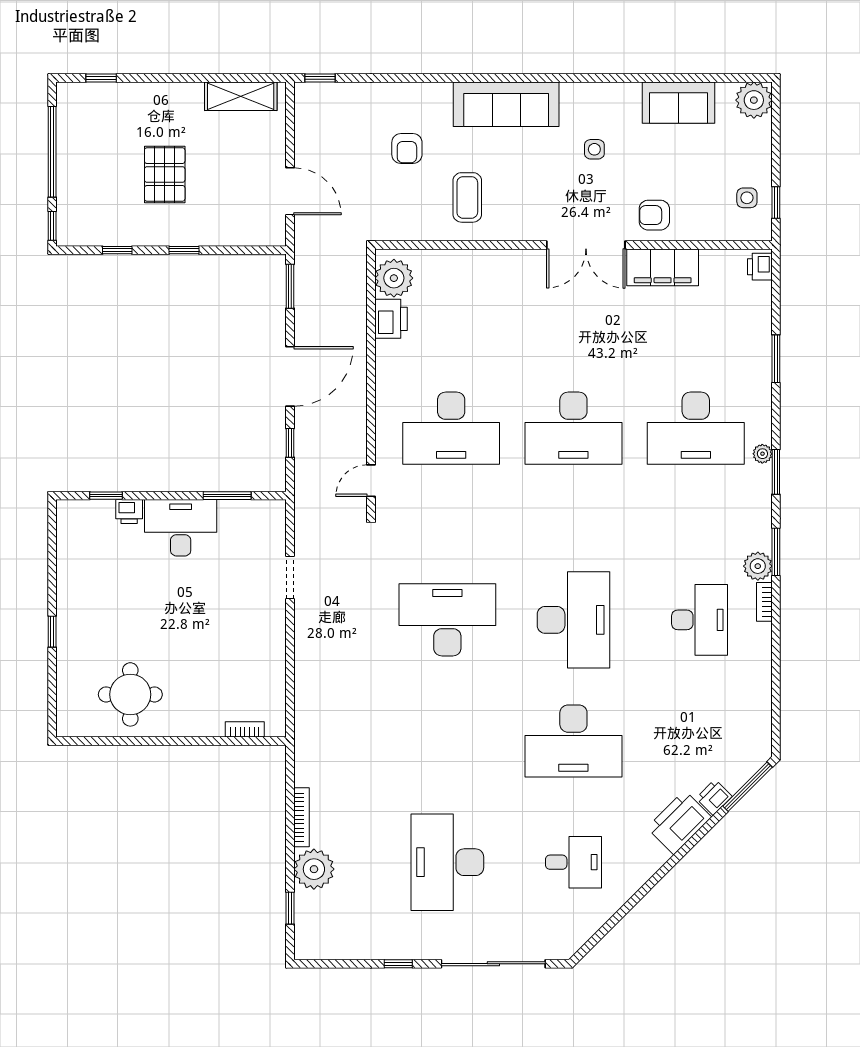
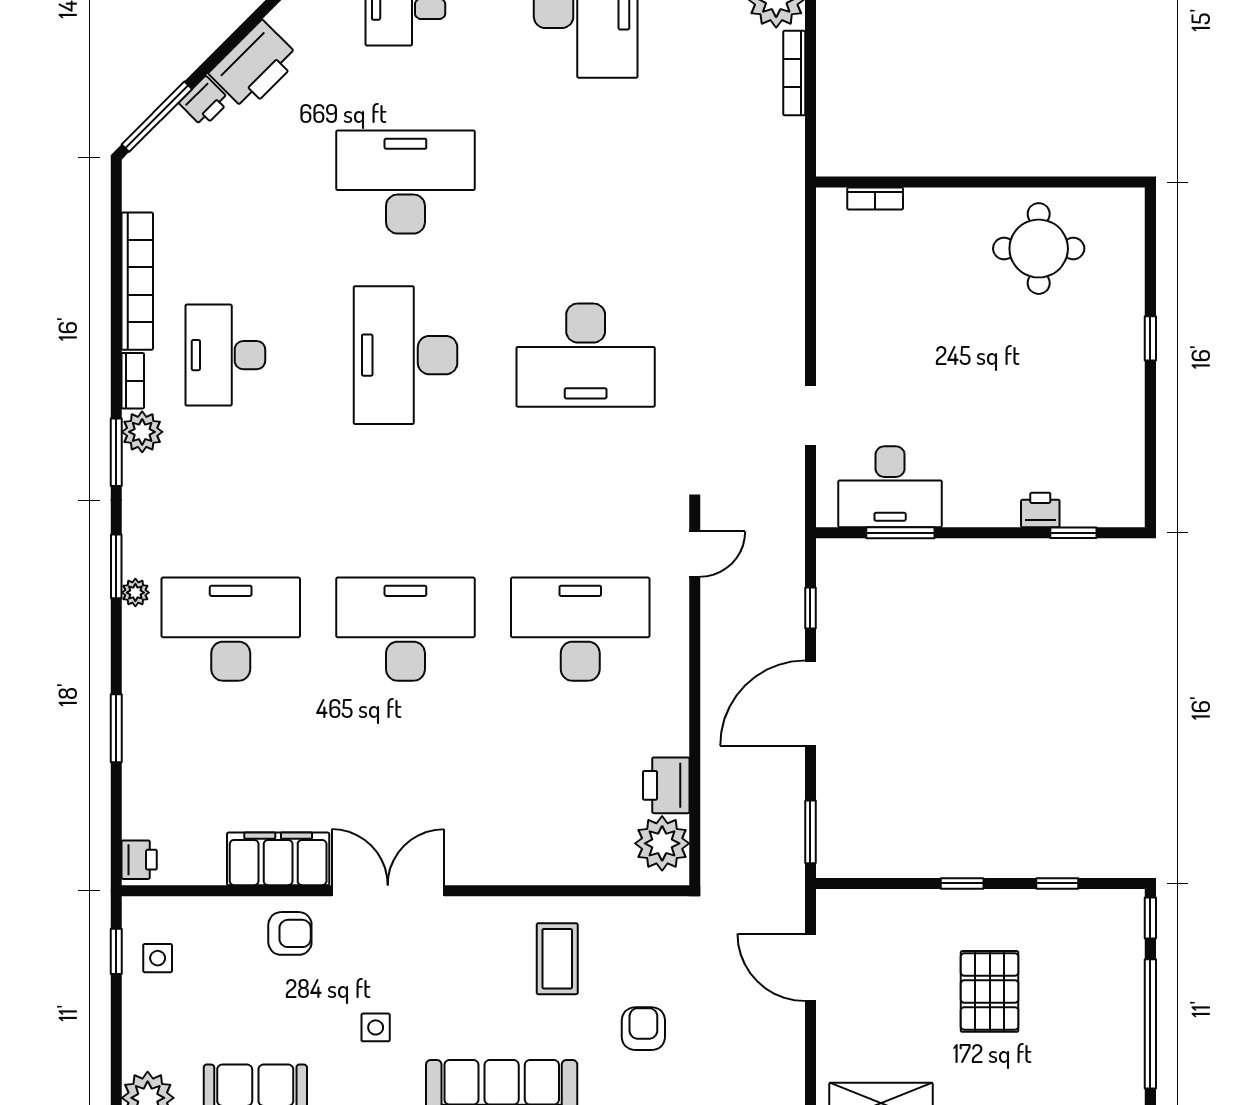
desk: (181, 528) -> (890, 487), moved
bookcase: (761, 672) -> (137, 281), added

